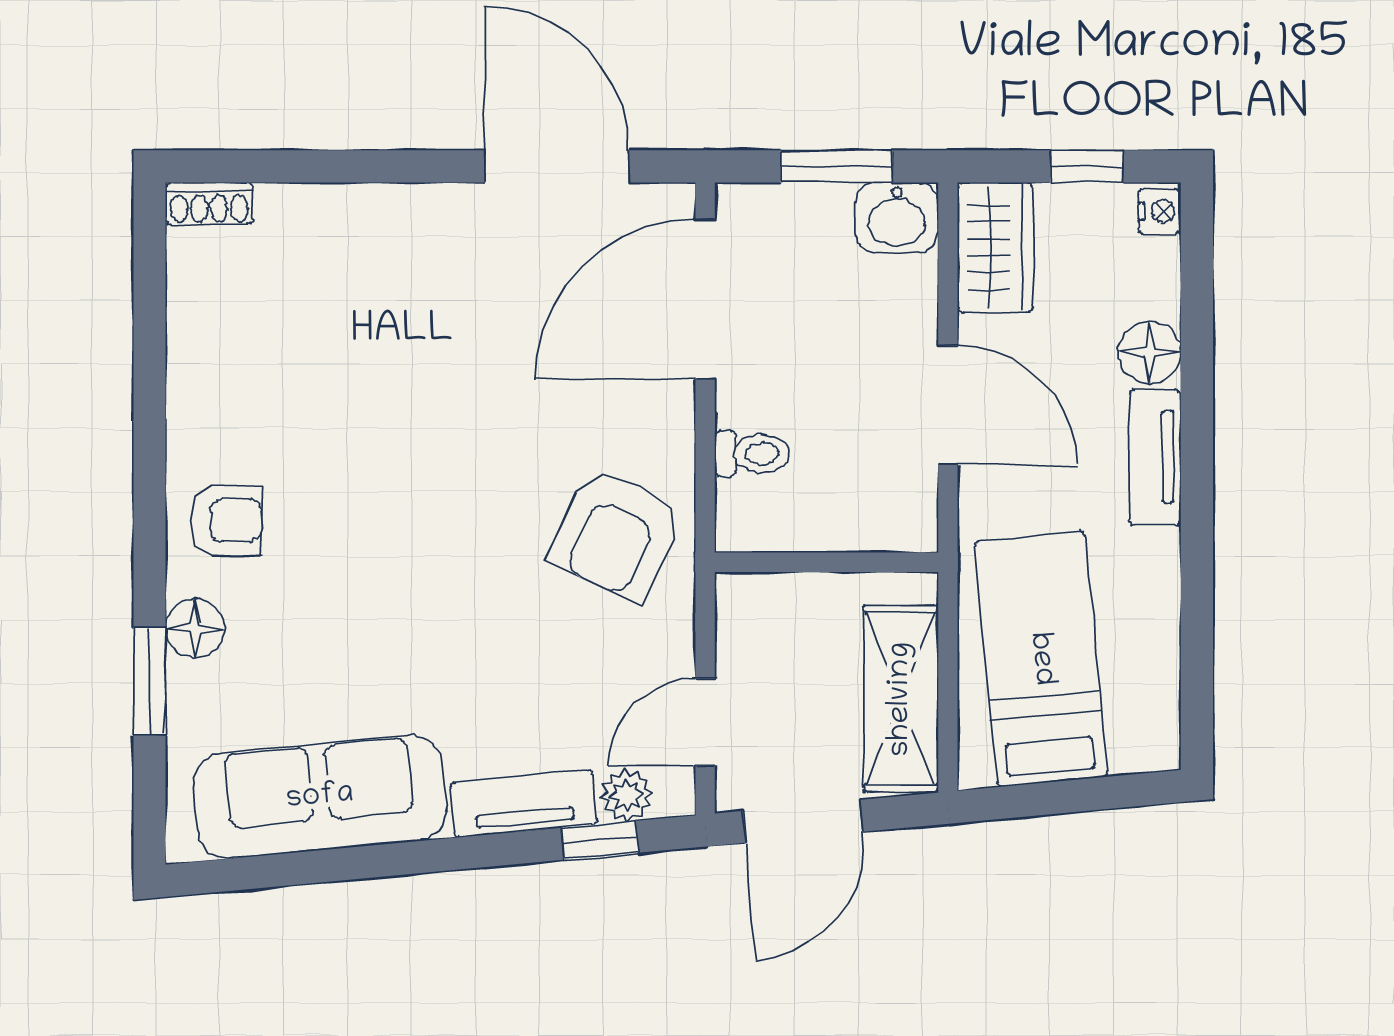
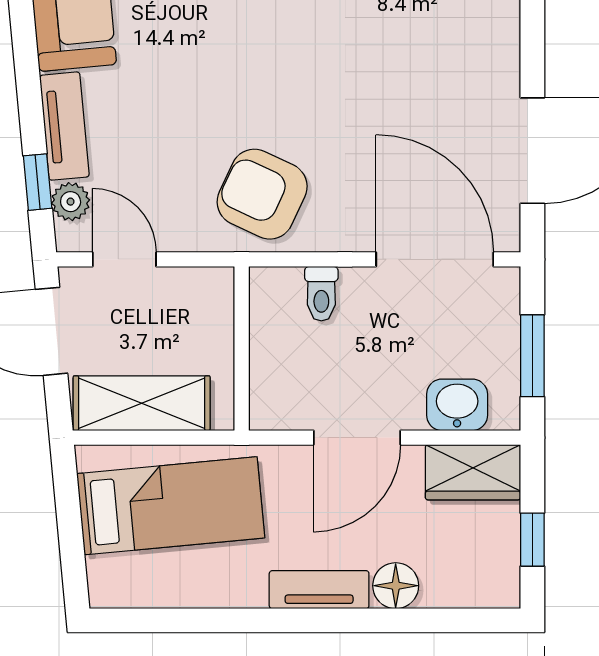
nightstand: (1159, 211) -> (499, 593), removed
washbasin: (897, 217) -> (457, 405), moved, turned 90

